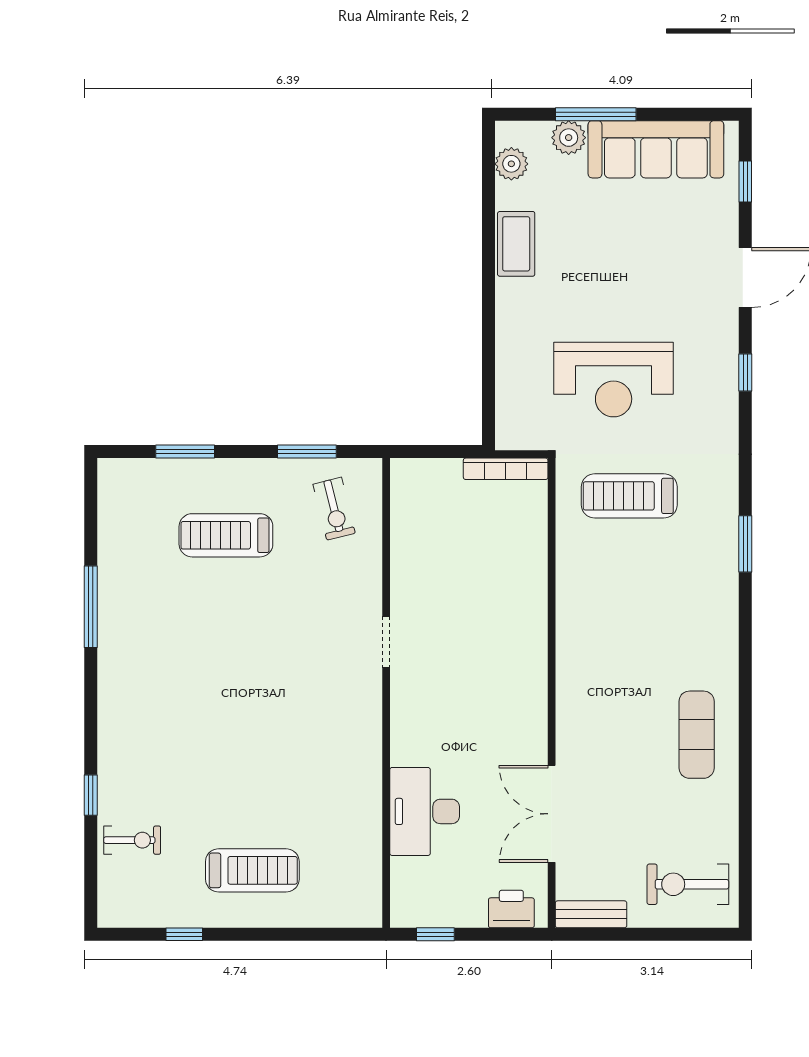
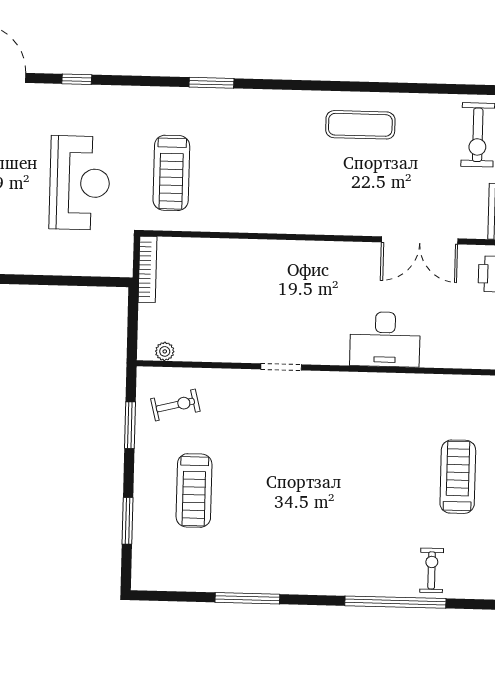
plant: (402, 493) -> (165, 351), added
window: (91, 795) -> (395, 602), width x3.17
desk: (425, 811) -> (385, 339), moved

